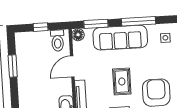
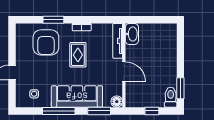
toilet: (58, 41) -> (171, 97), moved
window: (13, 66) -> (180, 88), moved
door: (72, 66) -> (124, 72), hinge flipped

